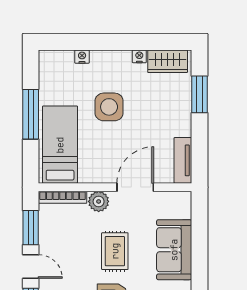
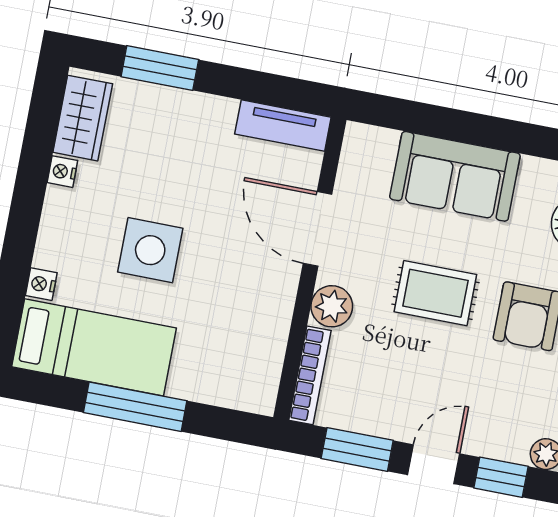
bed: (60, 145) -> (94, 347), moved, turned 180

